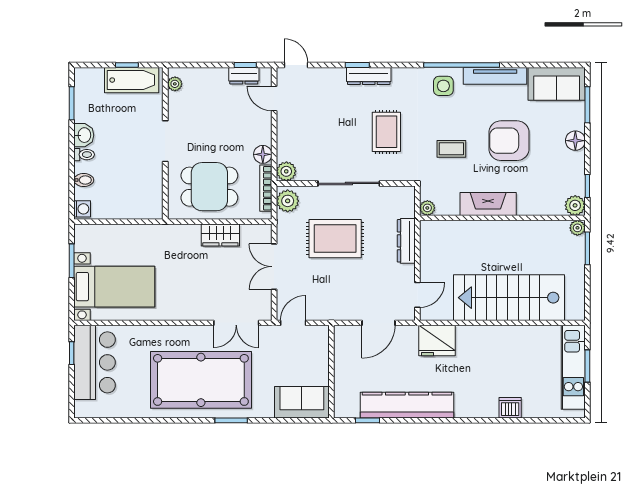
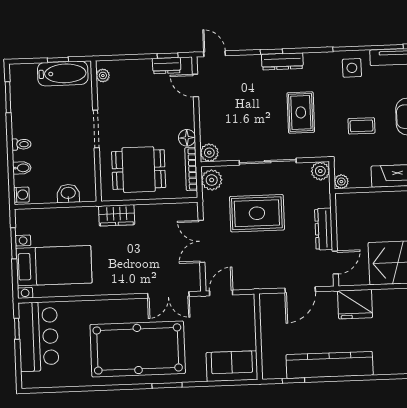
washbasin: (84, 135) -> (68, 193), moved, turned -90
plant: (405, 196) -> (320, 171), added
wardrobe: (220, 235) -> (117, 215), moved
dresser: (406, 241) -> (324, 229), moved

